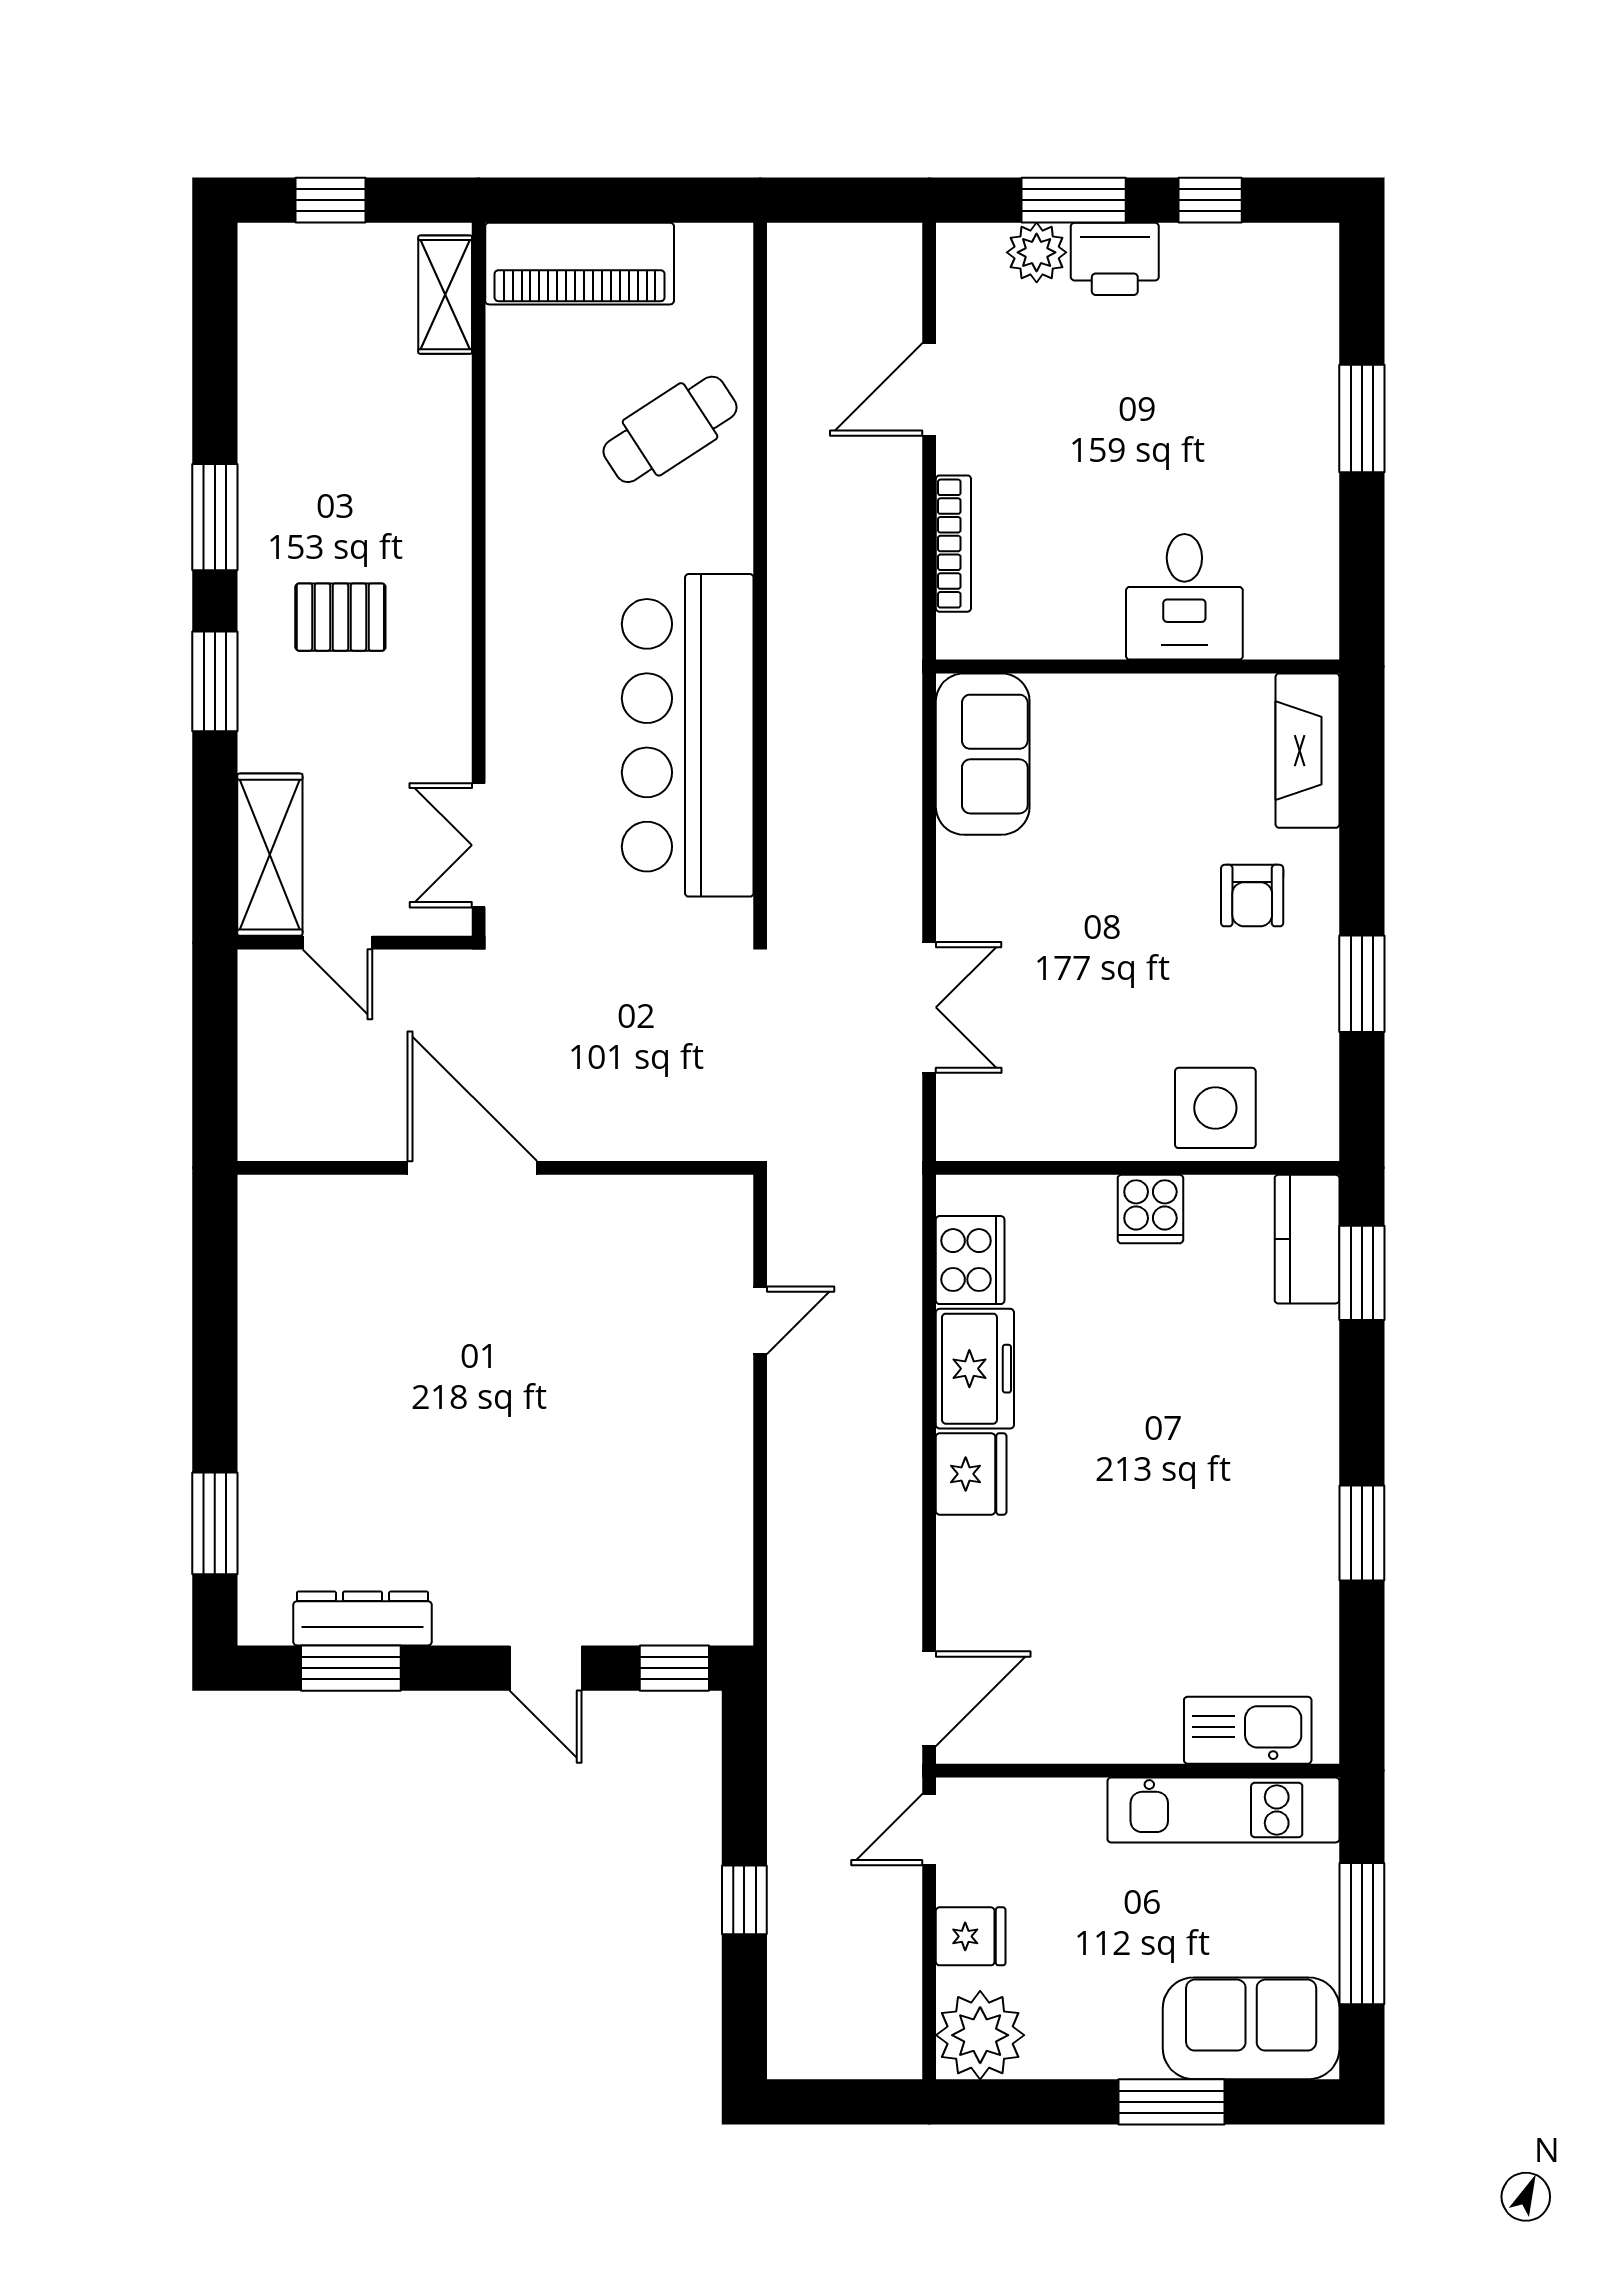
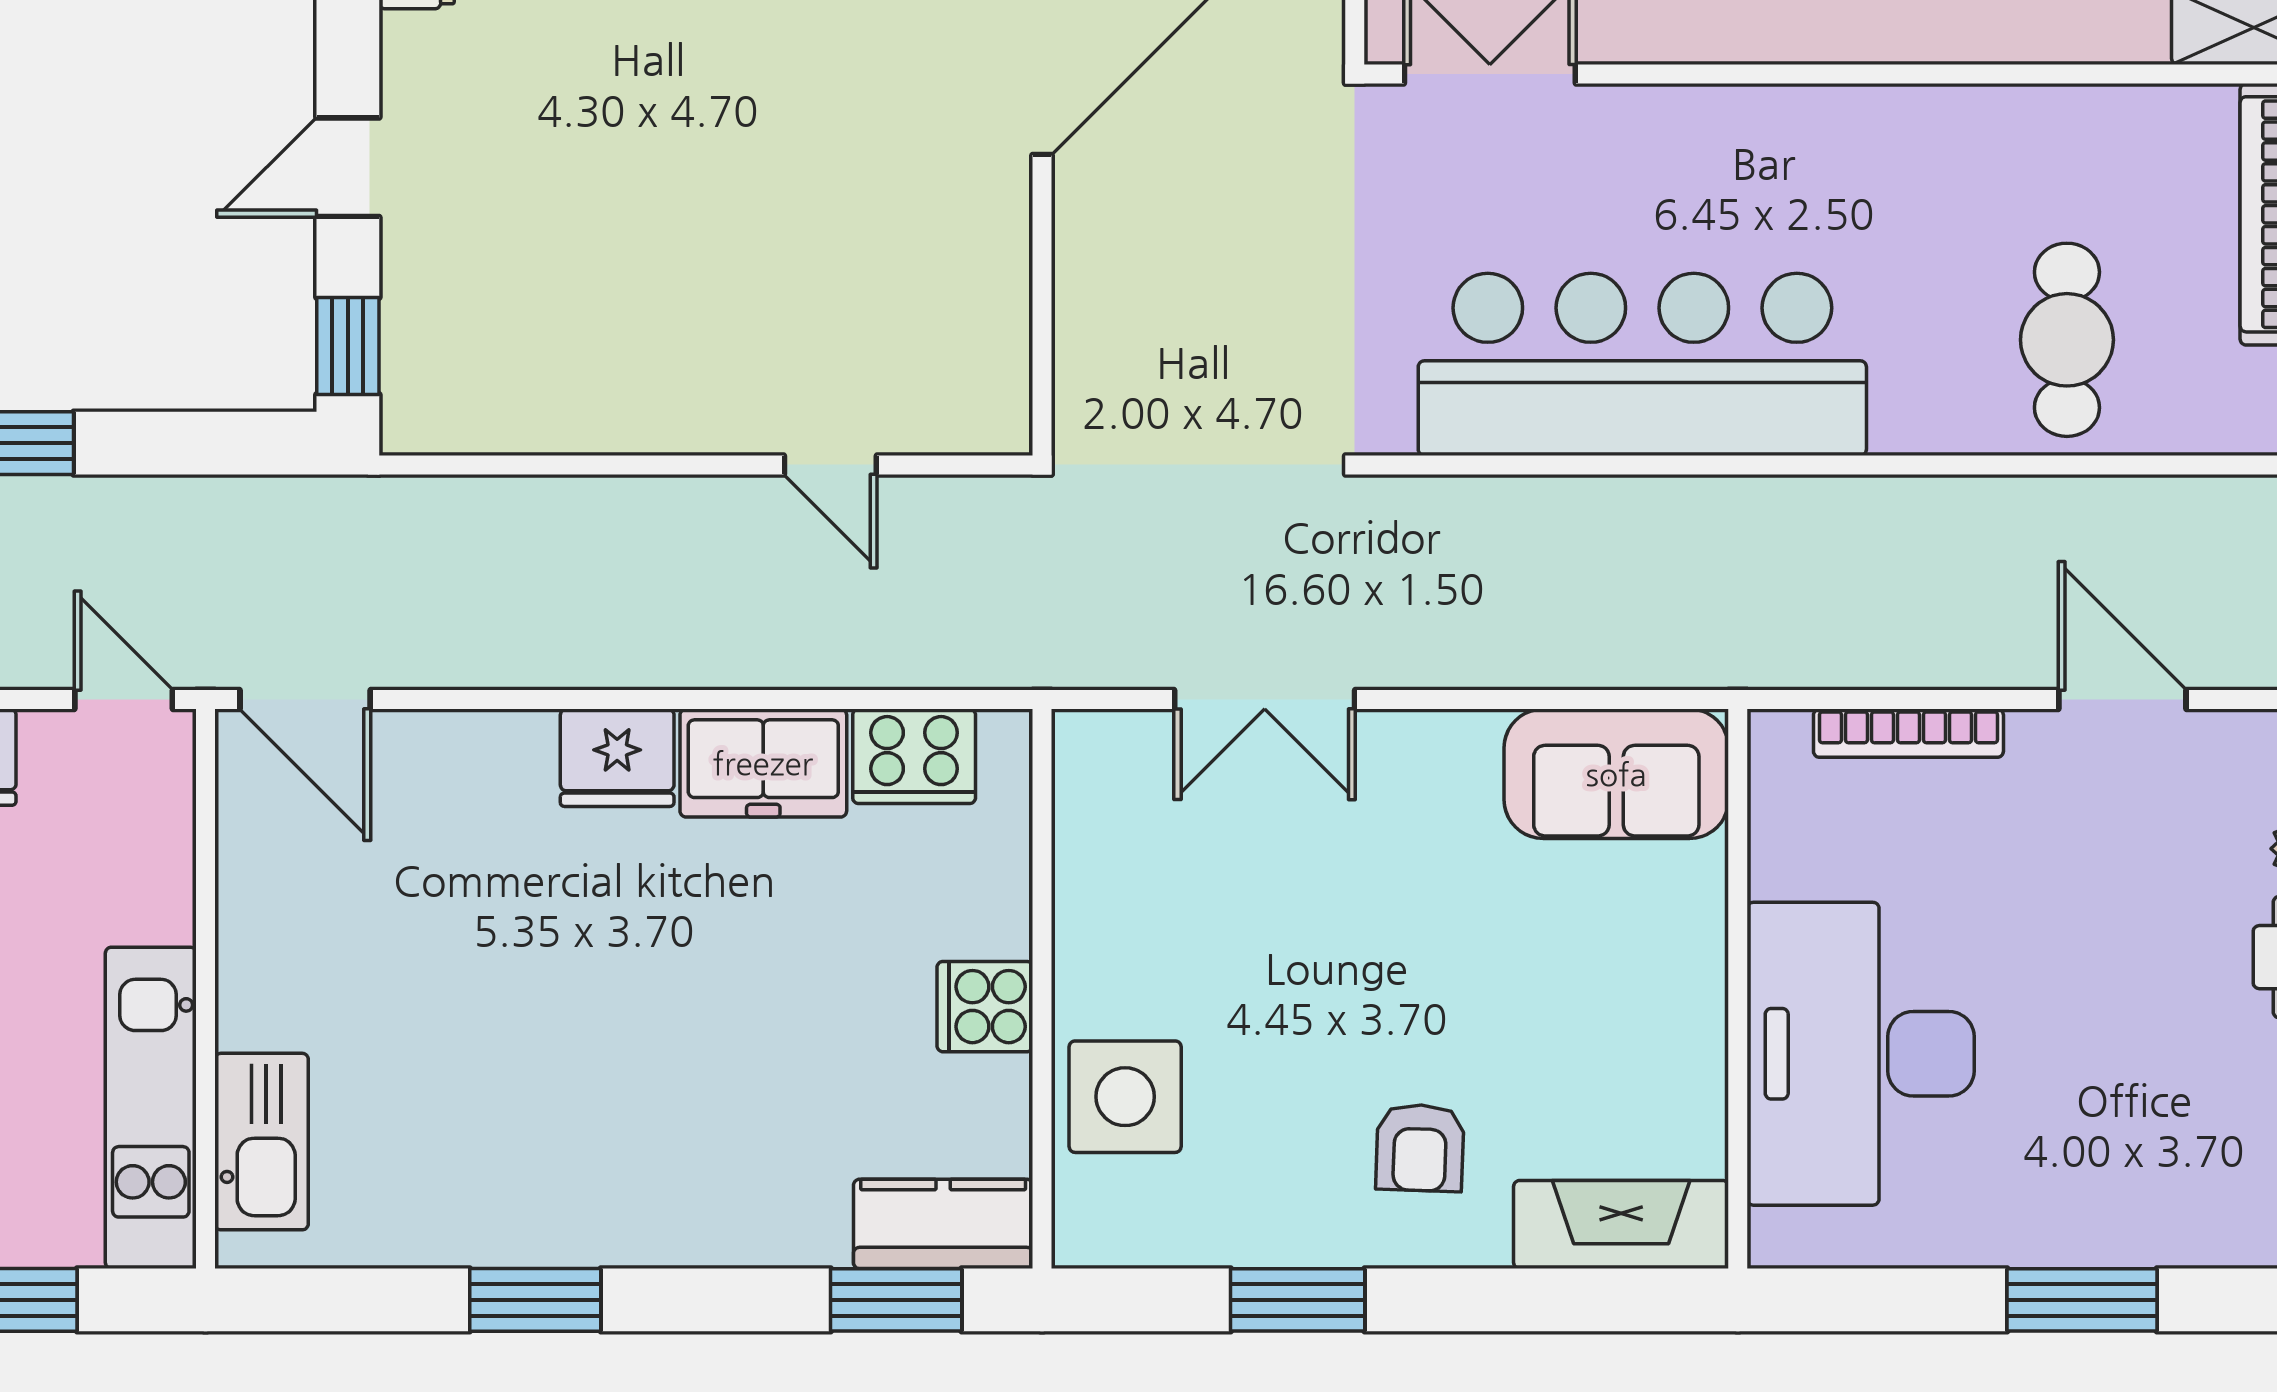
cafe table: (670, 429) -> (2067, 340), turned 33
desk: (1184, 597) -> (1861, 1054), width x1.87, depth x1.30
armchair: (1252, 896) -> (1420, 1148), turned -88

